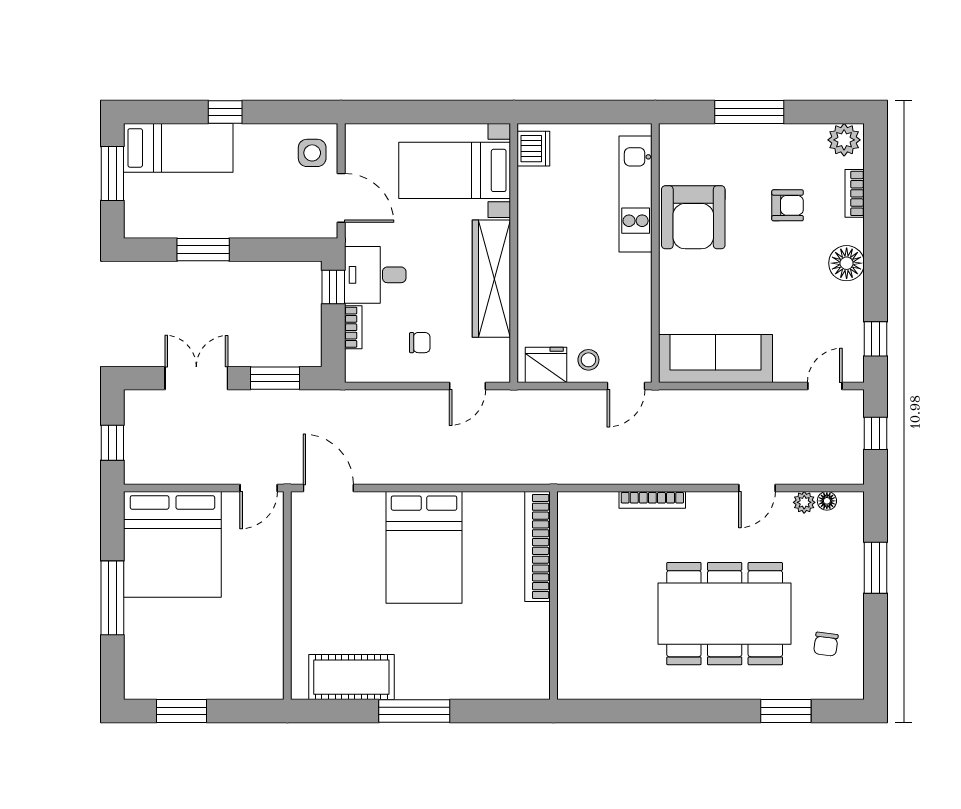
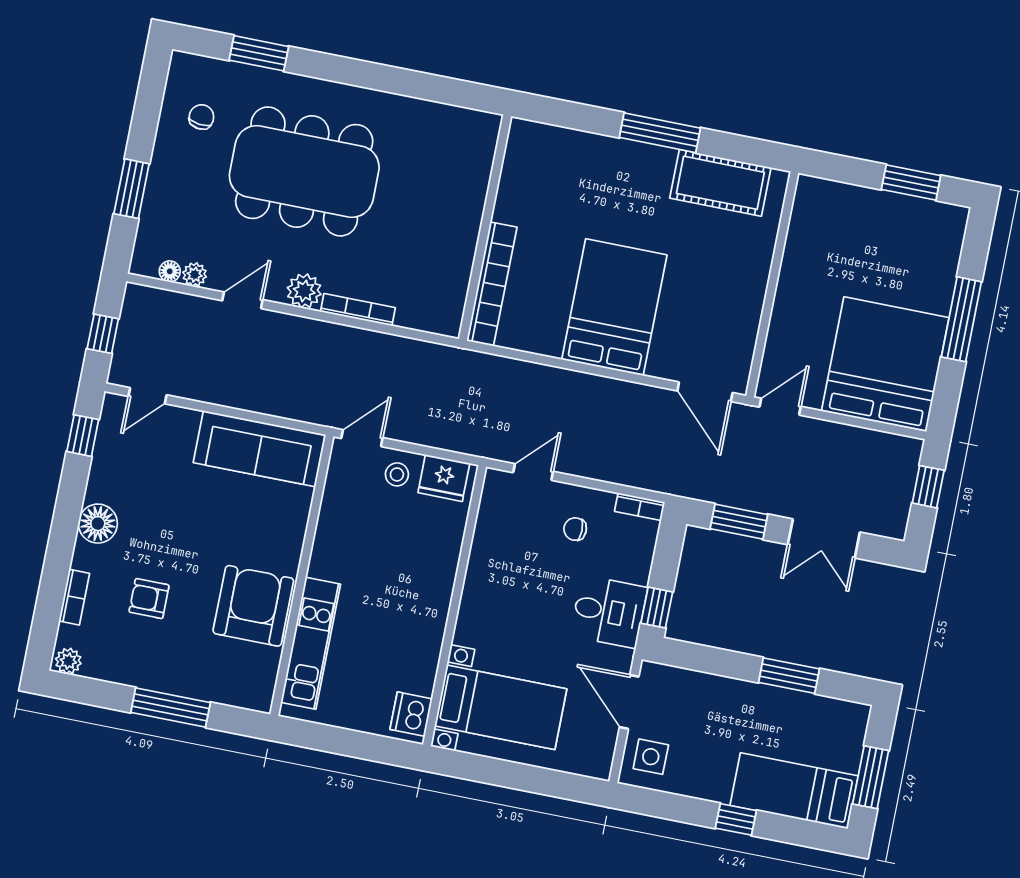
plant: (844, 140) -> (68, 661), width x0.73, depth x0.73
wardrobe: (491, 279) -> (484, 583), removed
bookcase: (353, 327) -> (640, 507), moved, turned -90
plant: (704, 507) -> (304, 291), added

